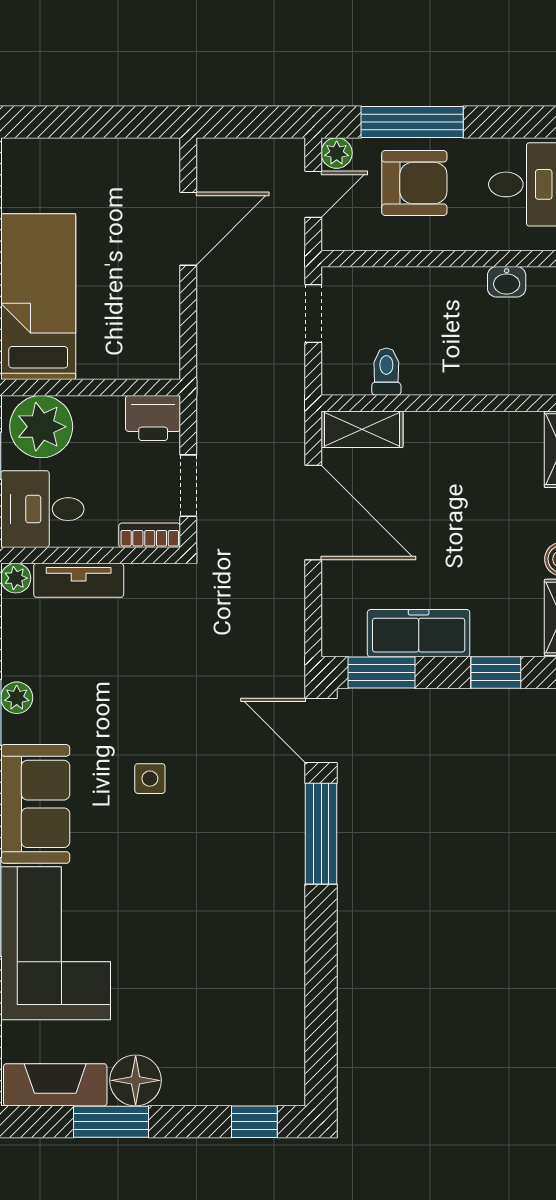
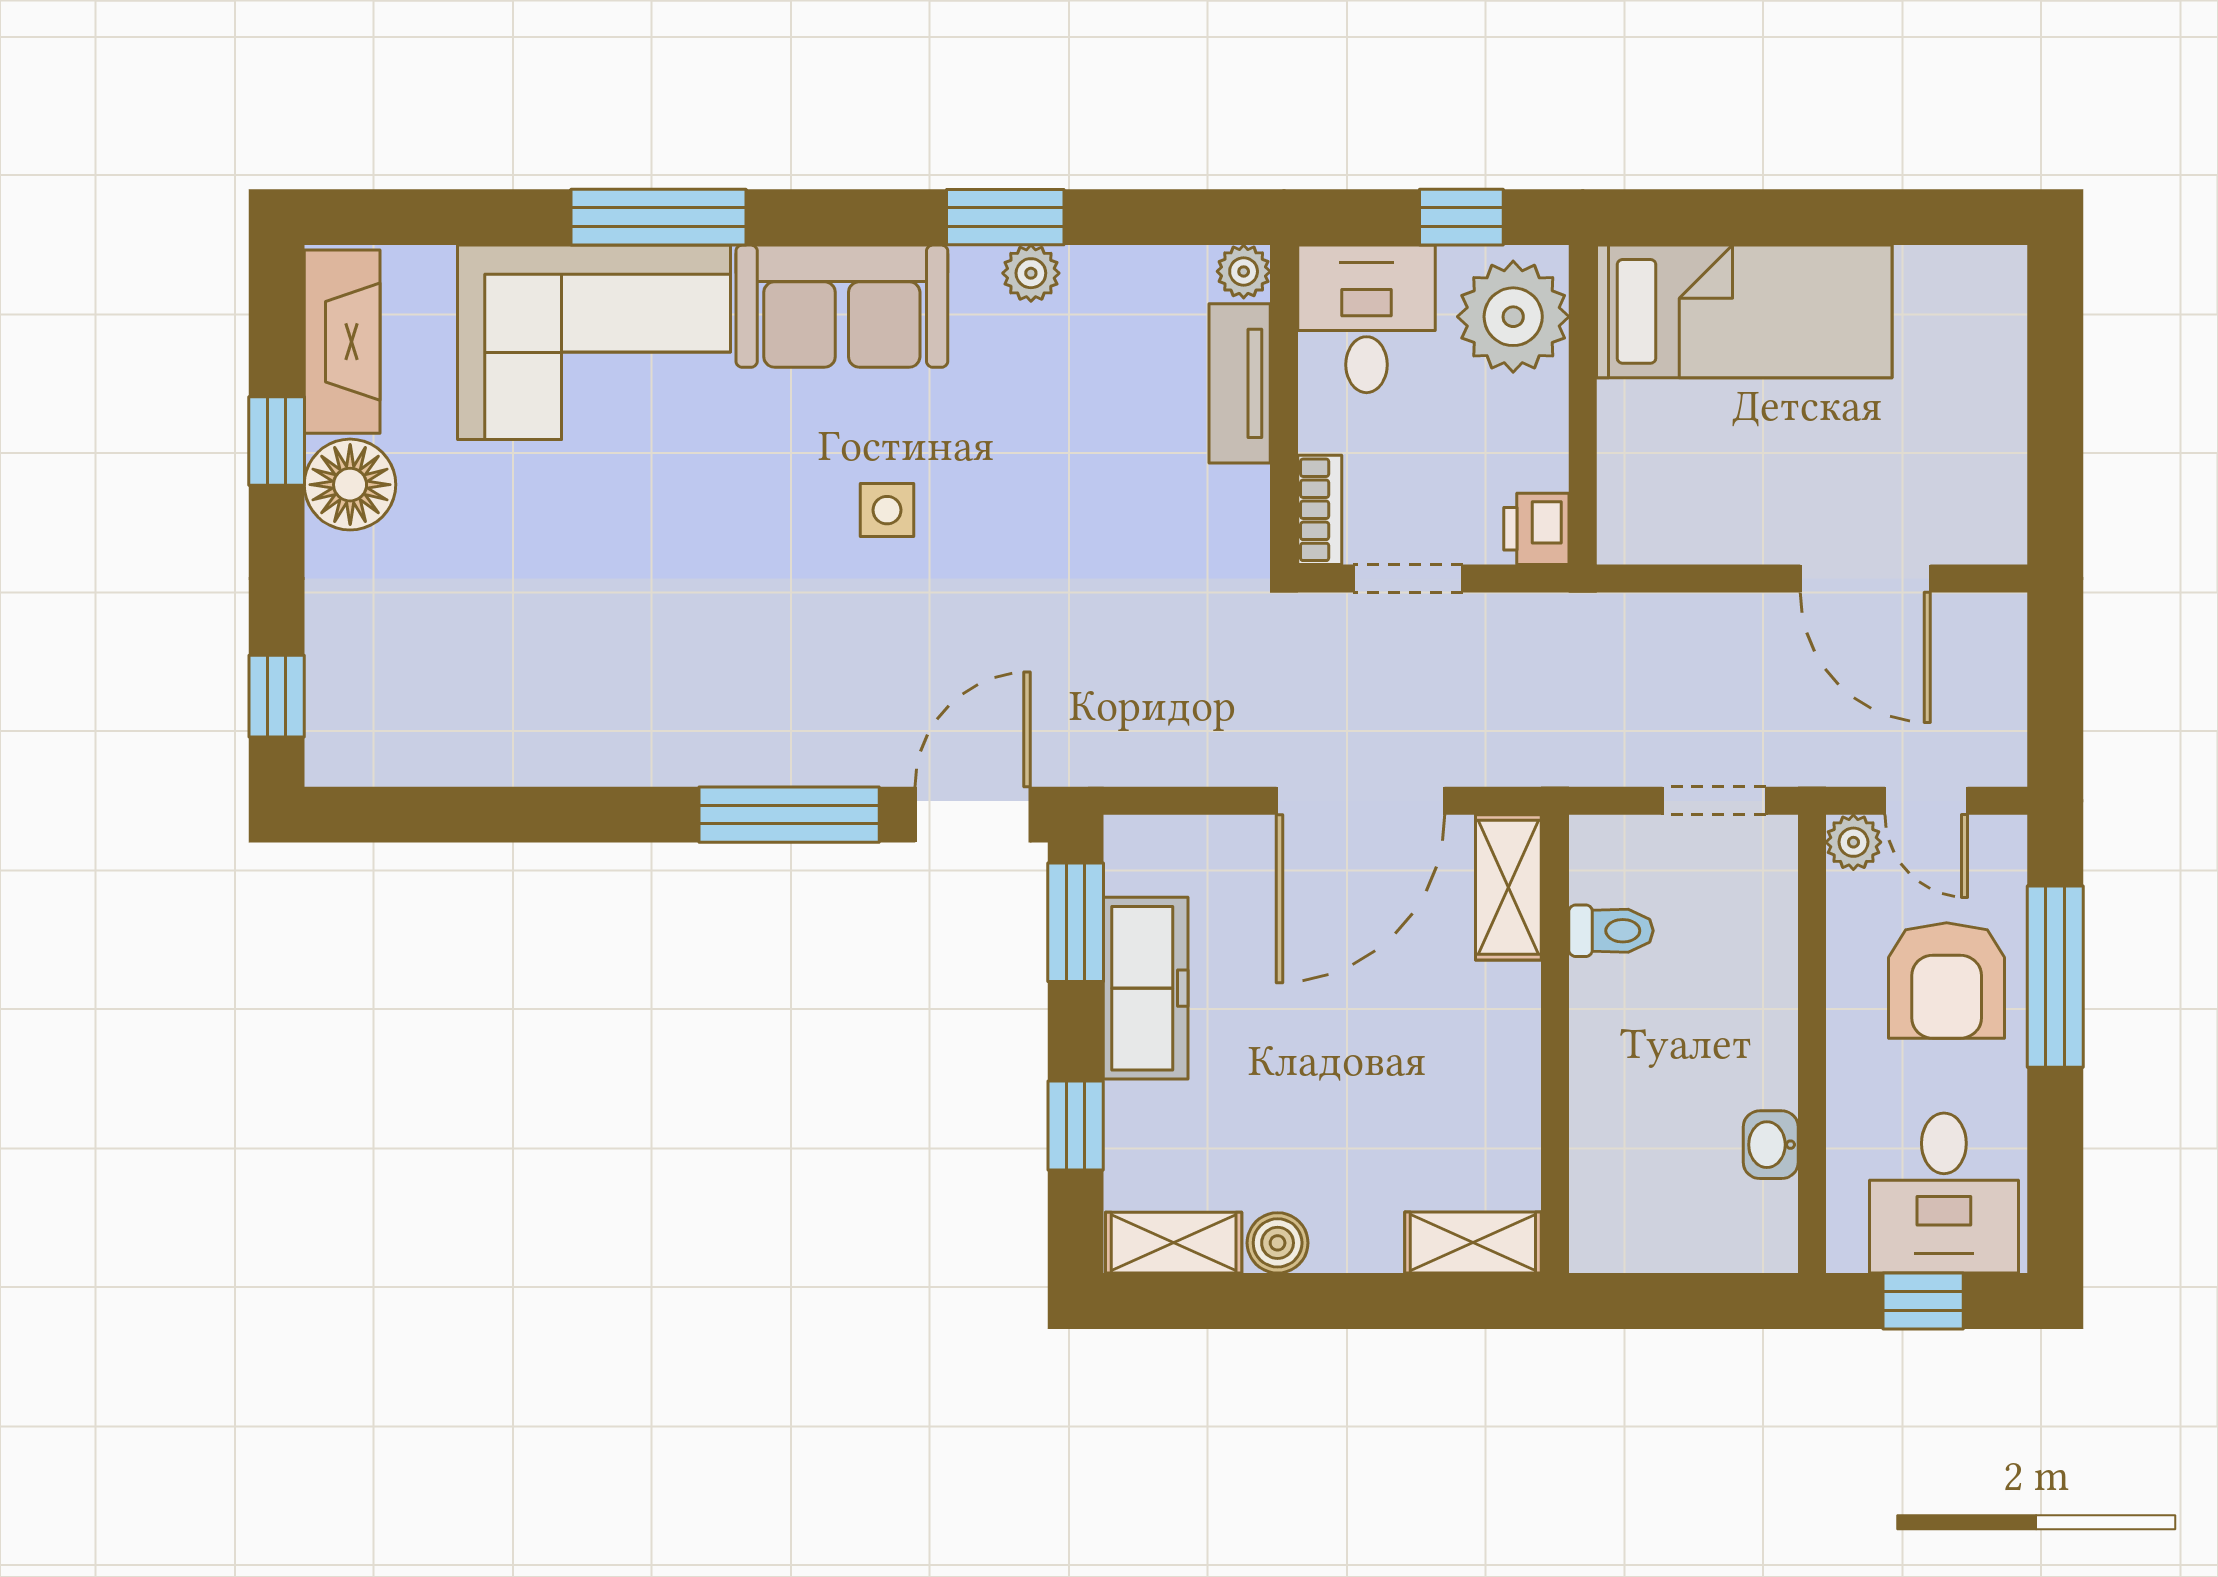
plant: (337, 153) -> (1853, 842), moved
printer: (153, 418) -> (1536, 529), width x0.73, depth x0.81
window: (111, 1122) -> (277, 441), width x0.67

